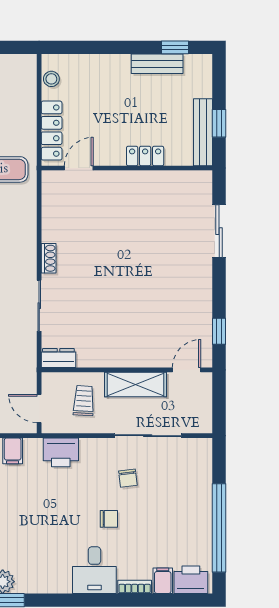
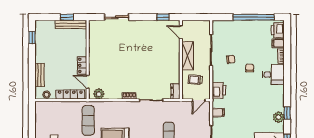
bench: (157, 64) -> (39, 75), moved
locker: (145, 156) -> (82, 65), moved
plant: (53, 192) -> (99, 94), added

